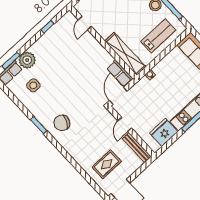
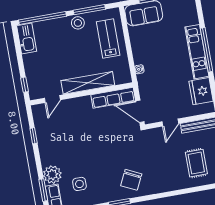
door: (85, 23) -> (52, 99), hinge flipped
shelving: (125, 54) -> (88, 83), moved
row of seats: (120, 73) -> (113, 98), width x1.48
door: (125, 124) -> (170, 123), hinge flipped

